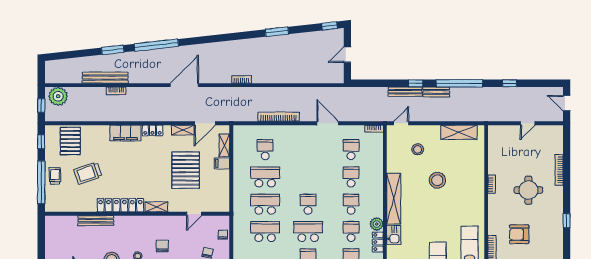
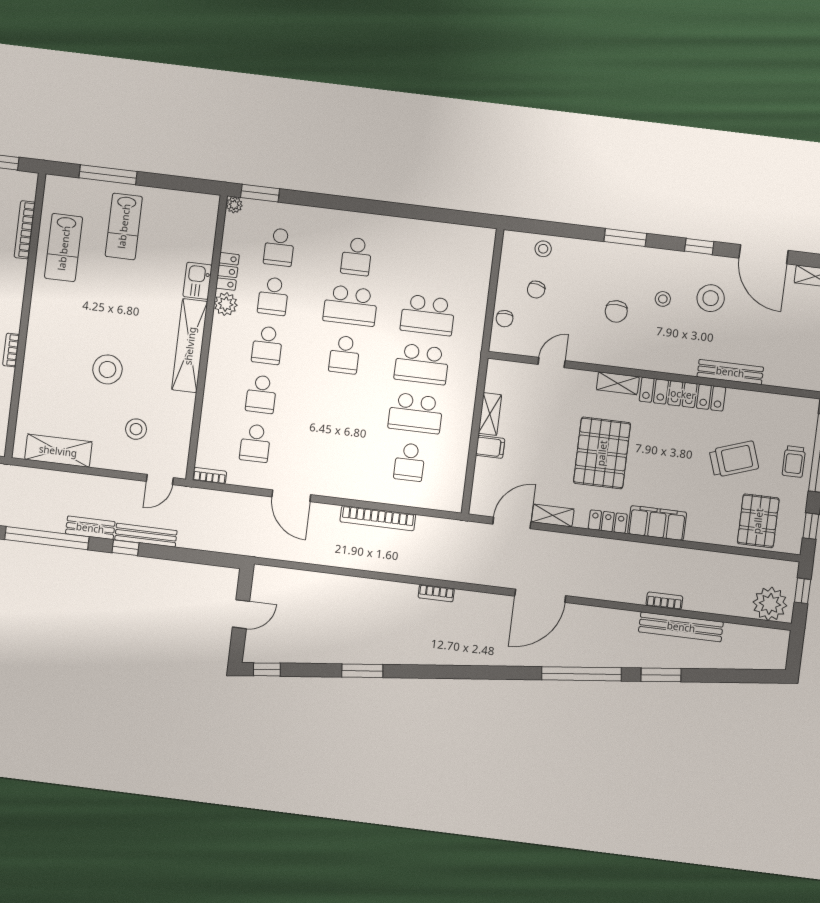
shelving: (224, 145) -> (490, 414), moved
pallet: (186, 170) -> (602, 453), moved

